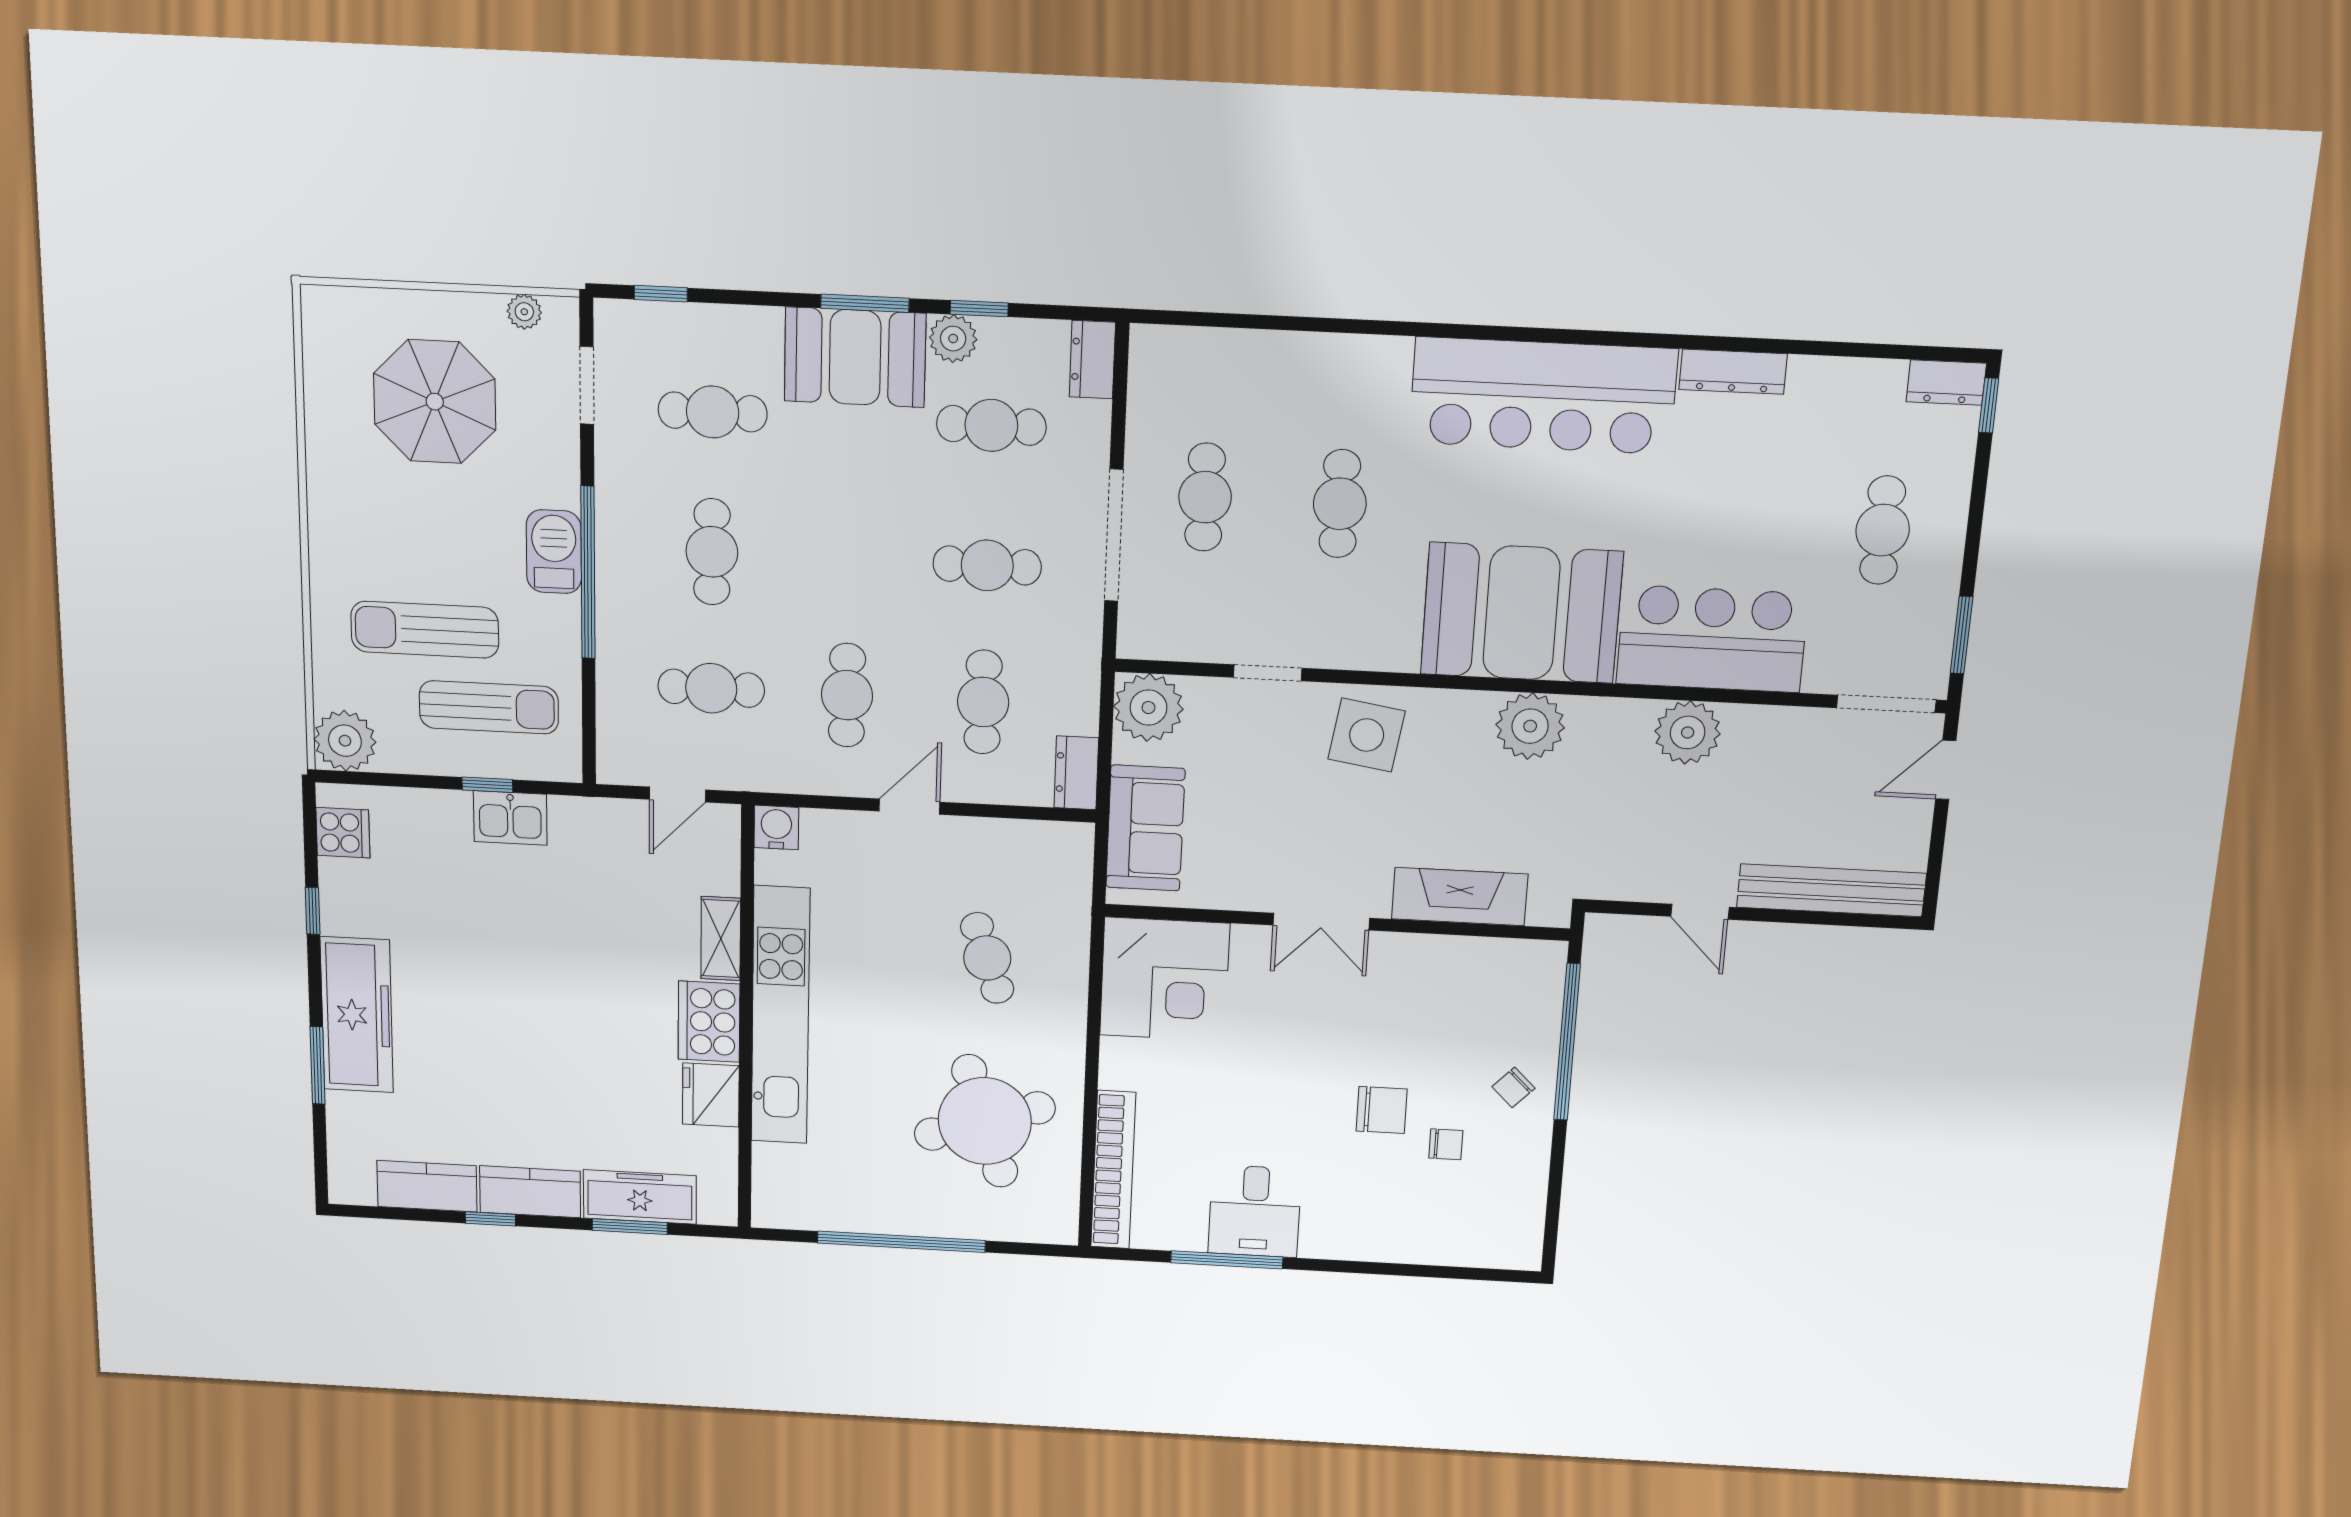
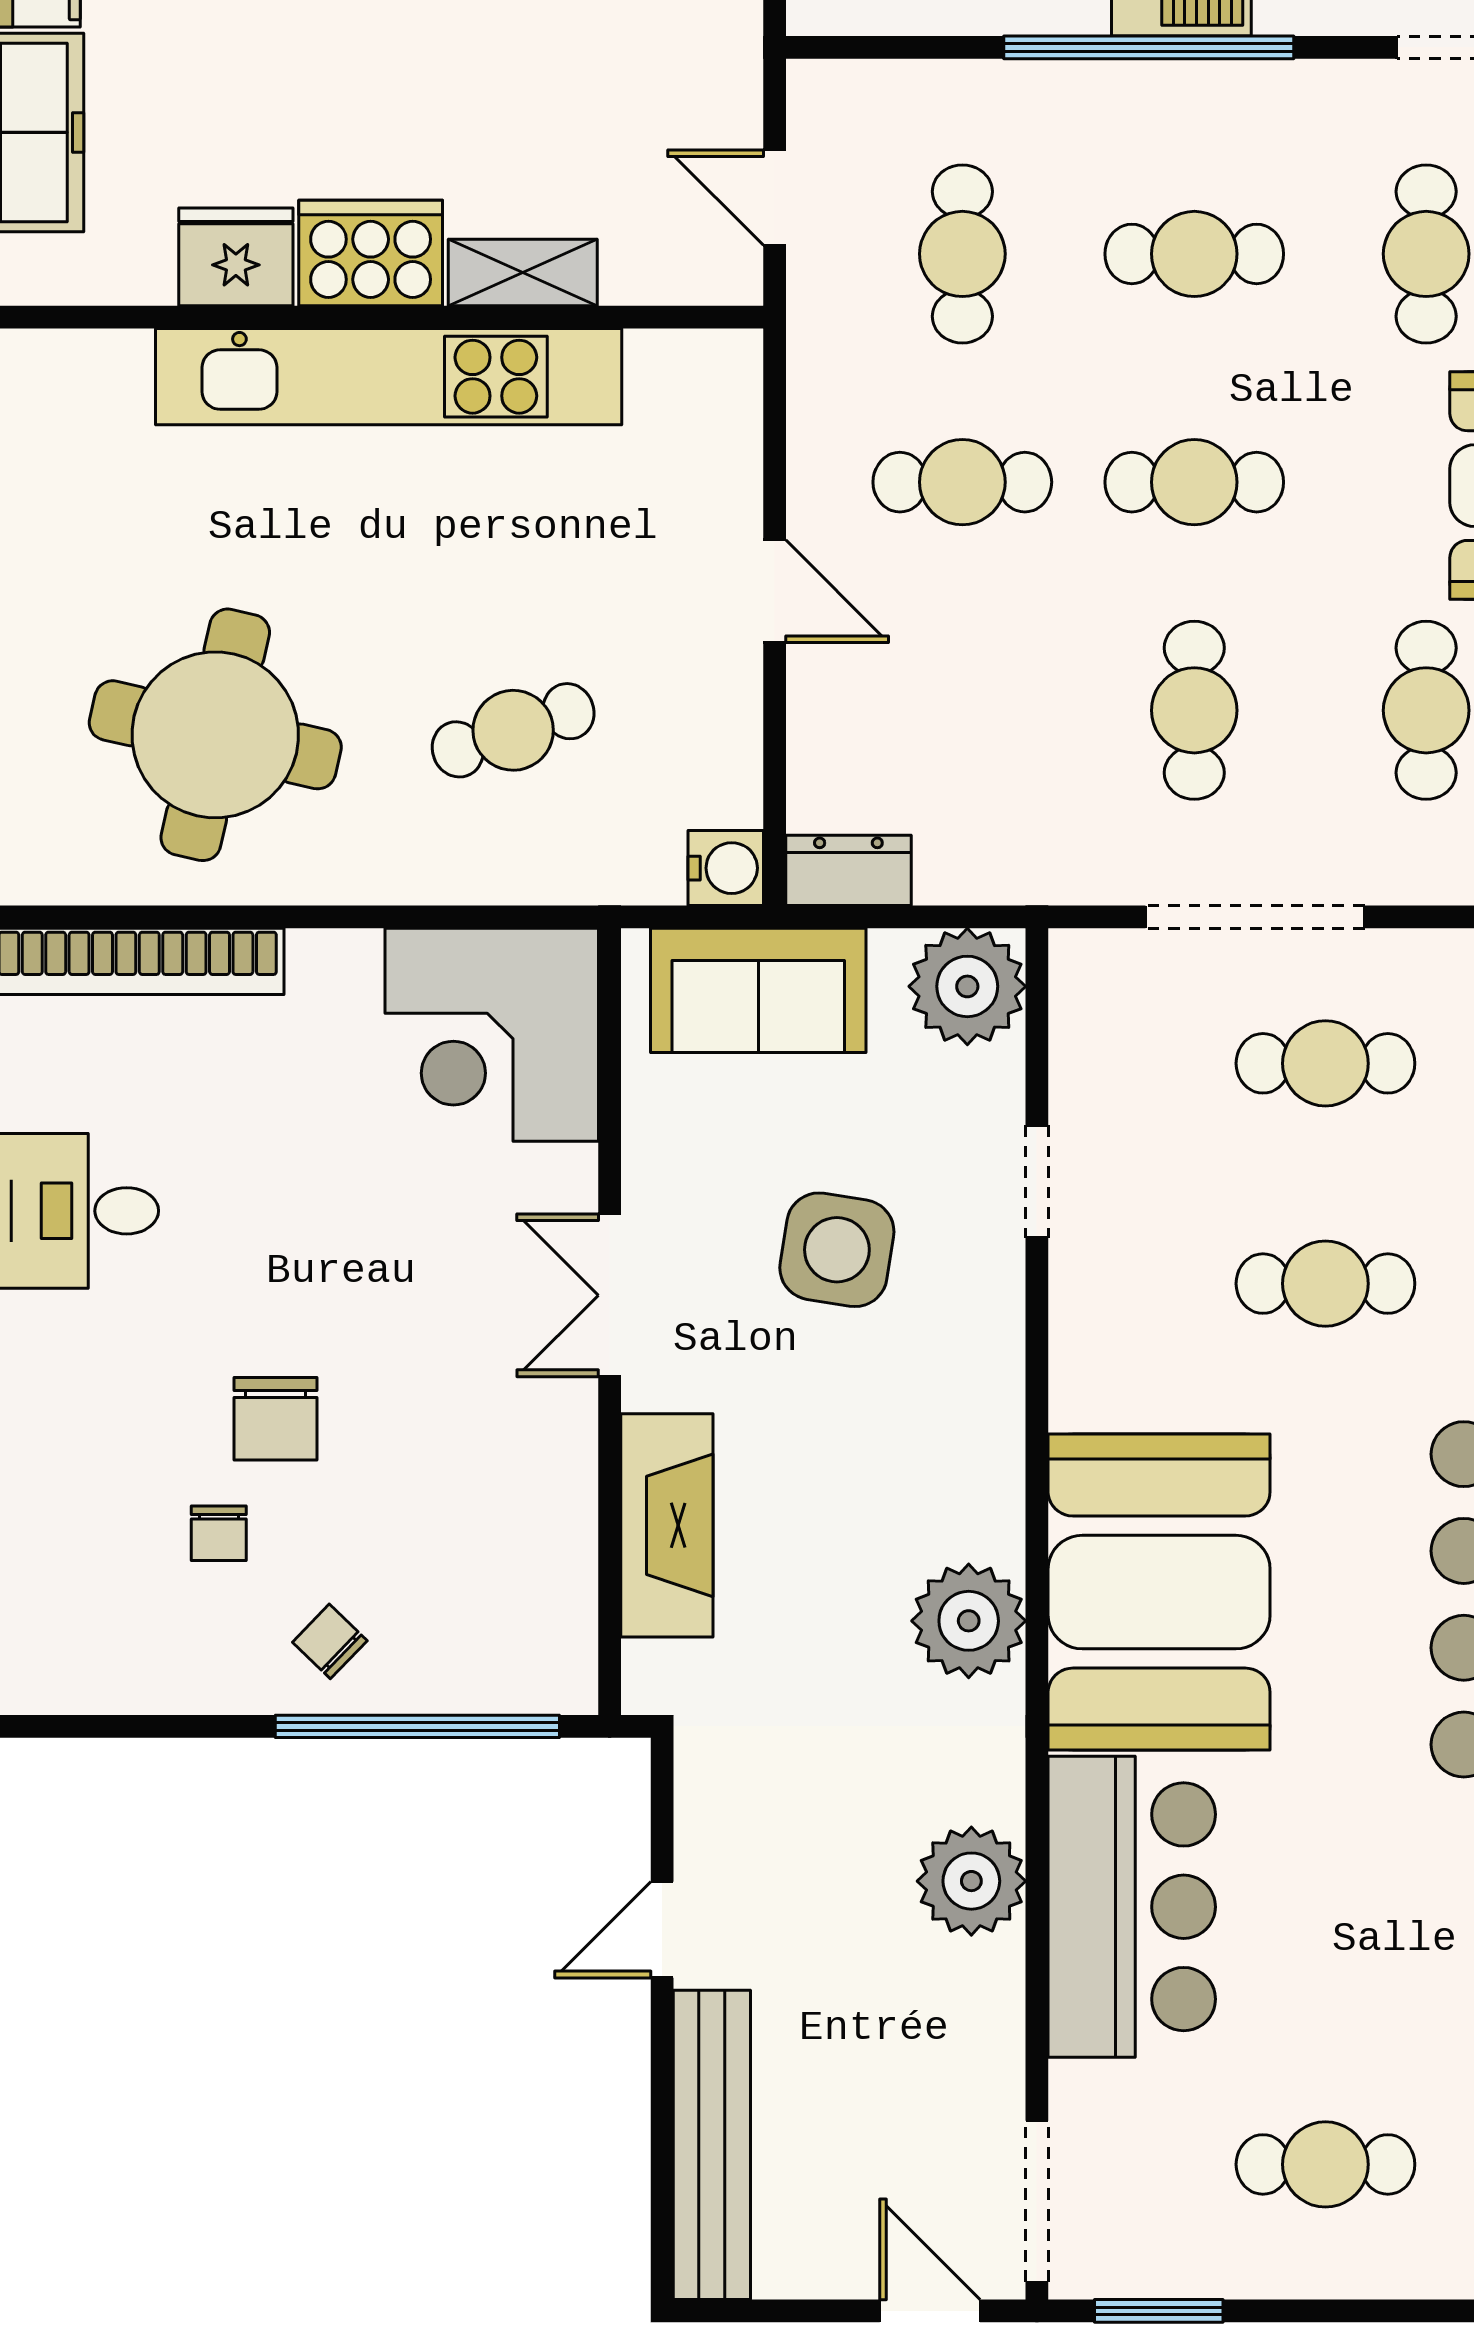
cafe table: (983, 702) -> (1194, 482), moved
side table: (1367, 735) -> (837, 1250), moved
water cooler: (776, 827) -> (726, 868), moved
round table: (985, 1121) -> (215, 735), turned 31

